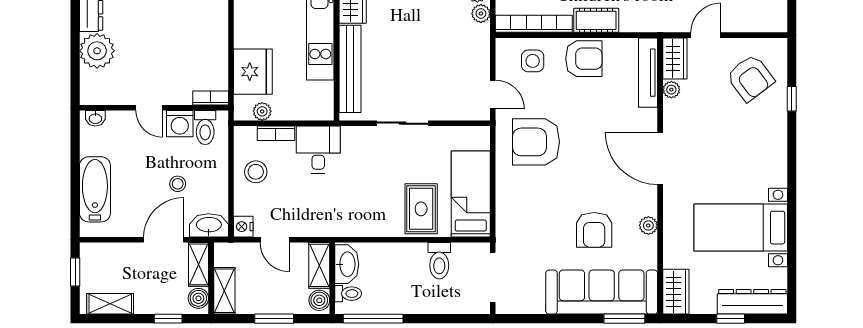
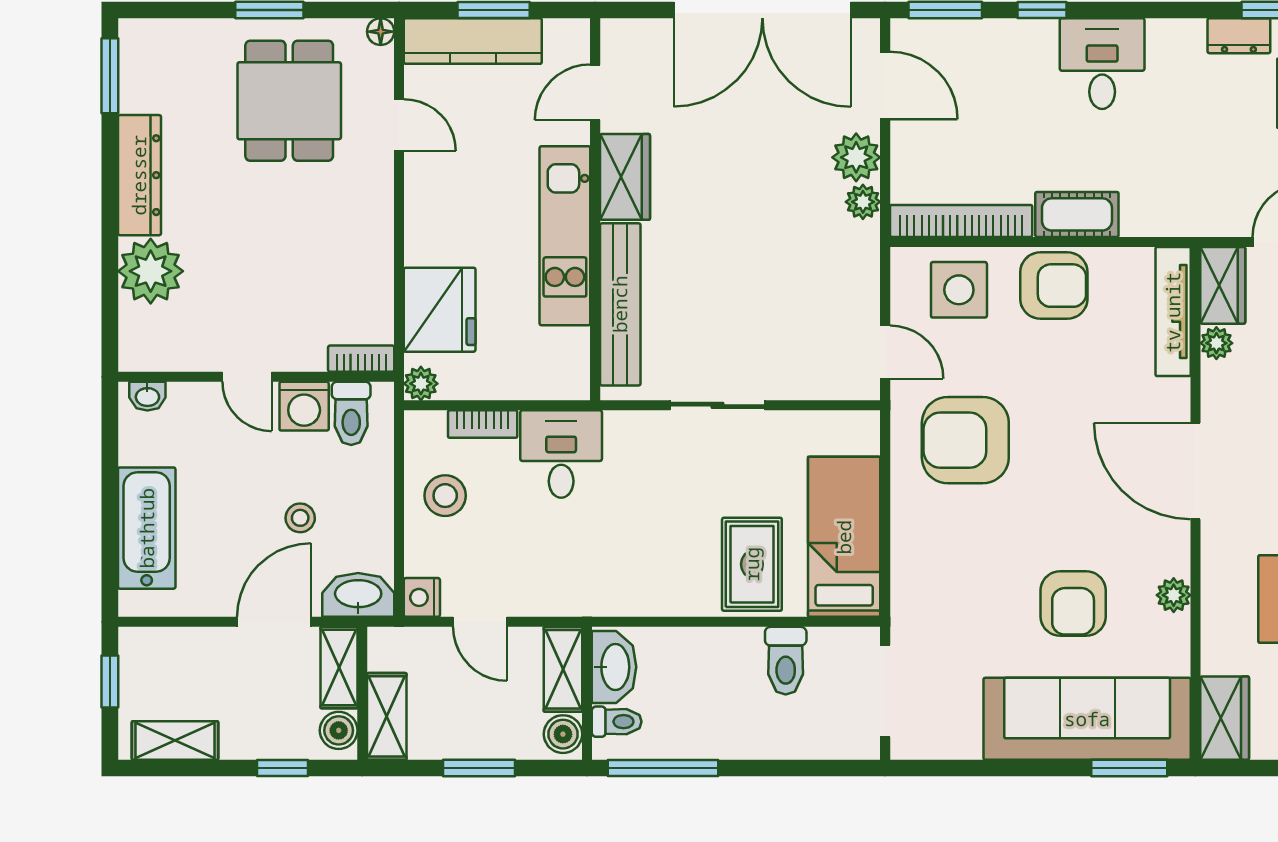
side table: (533, 61) -> (959, 290), width x1.37, depth x1.37
plant: (262, 111) -> (421, 384), moved

